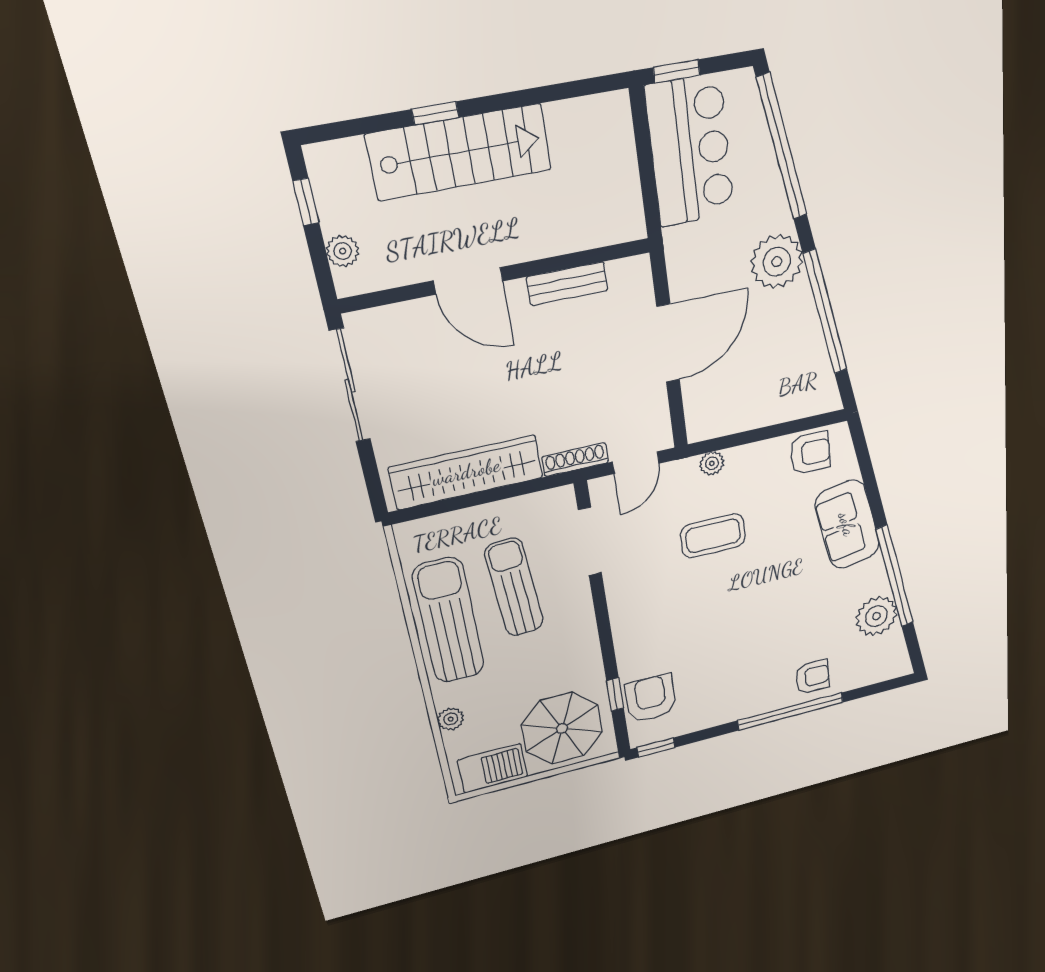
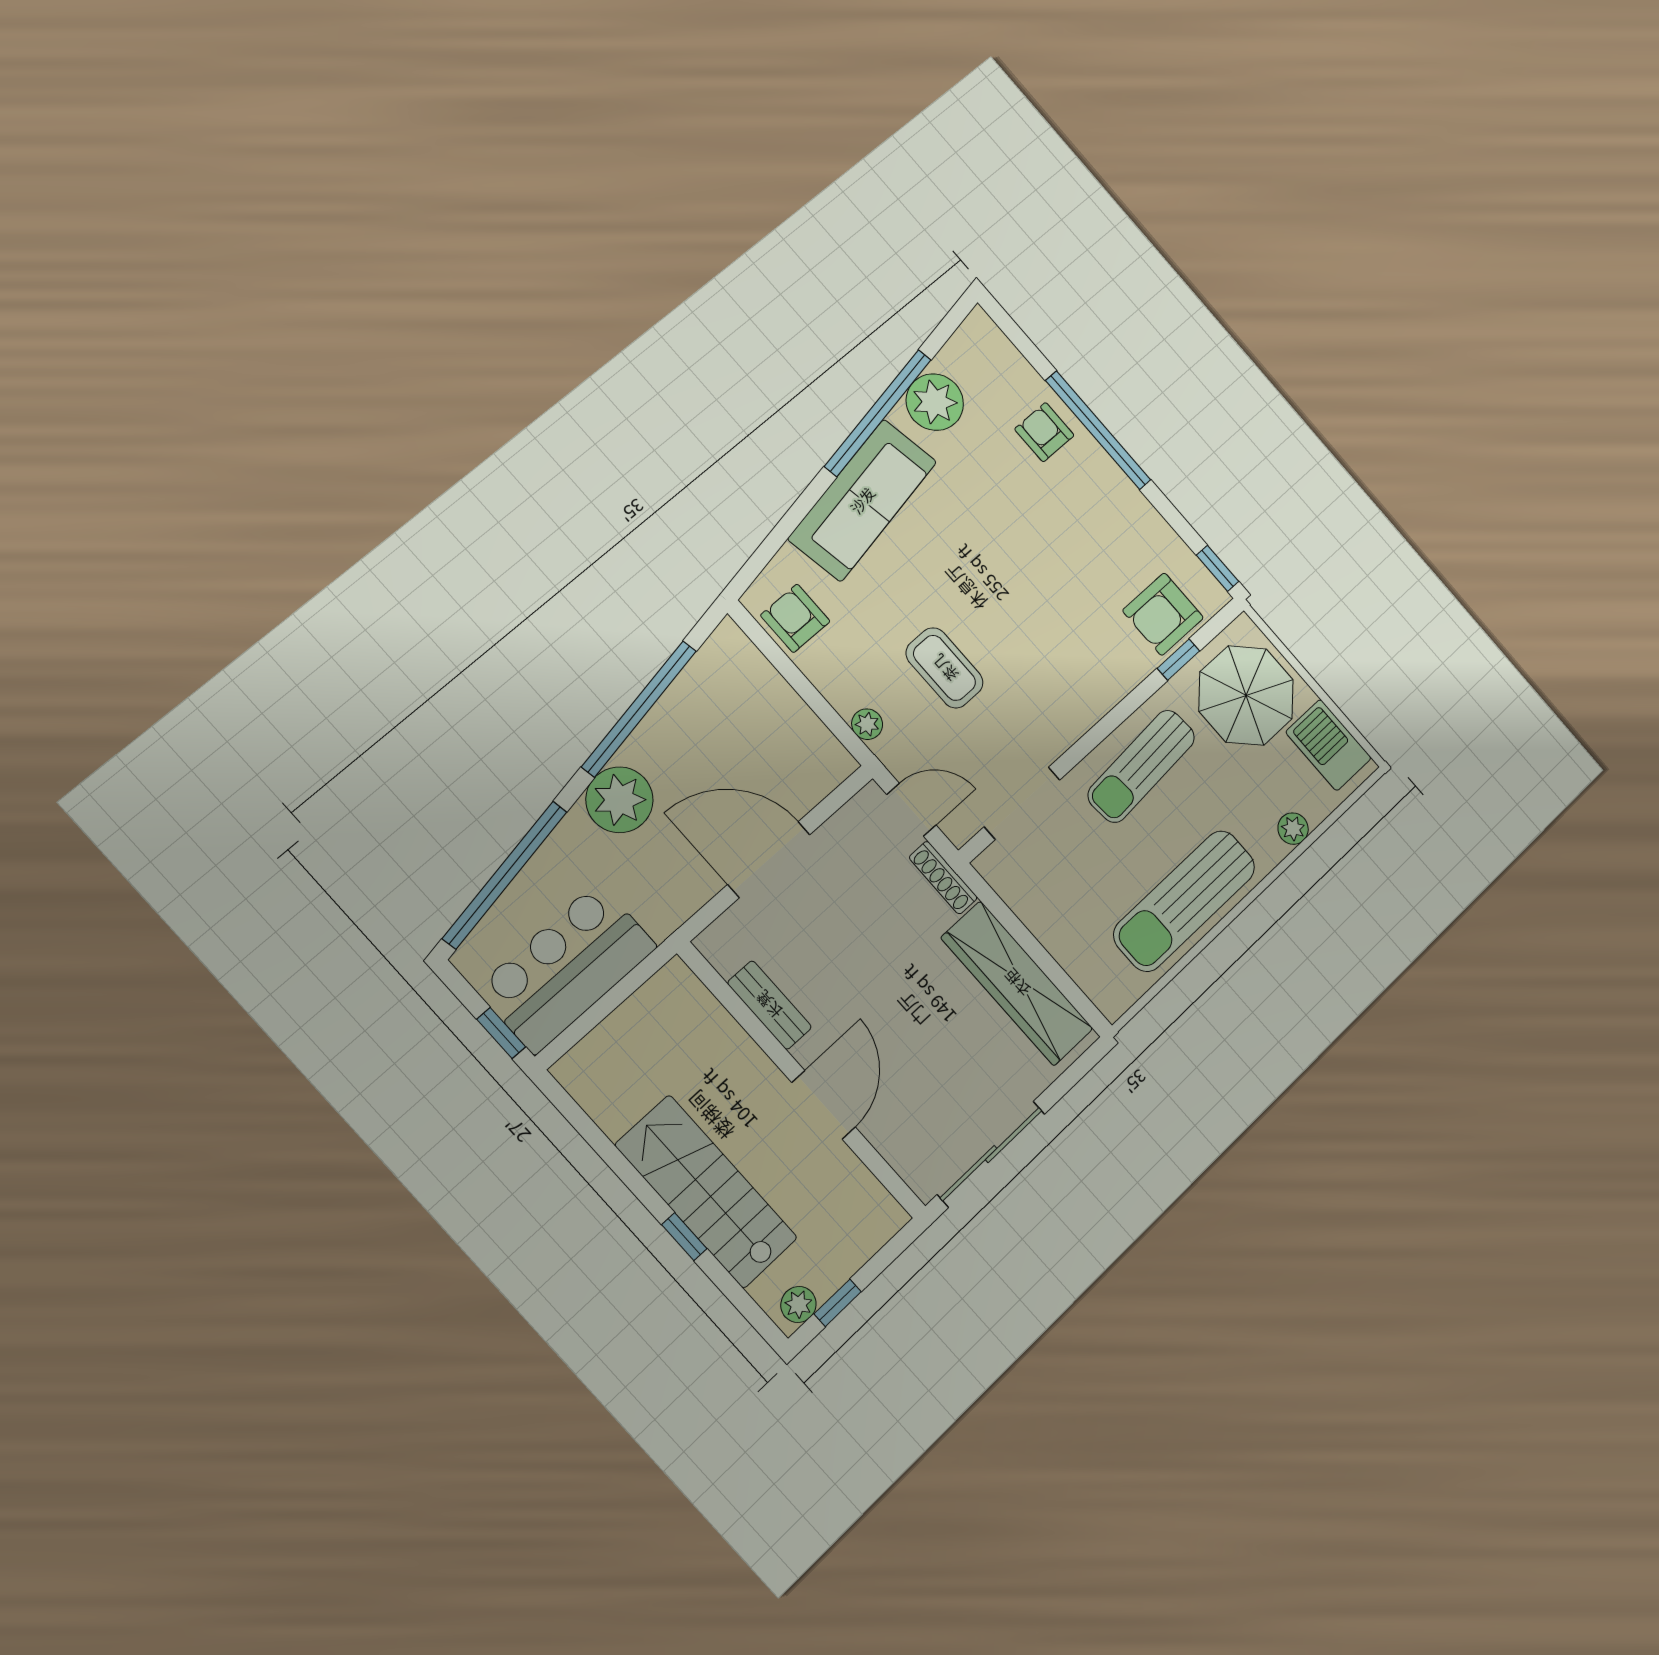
plant: (343, 251) -> (798, 1304), moved
sofa: (847, 524) -> (862, 500), width x1.36
sun lounger: (514, 587) -> (1141, 766), moved

